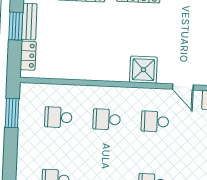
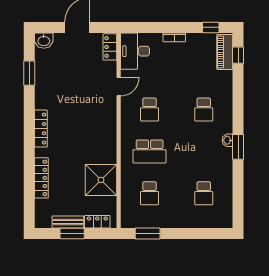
shower: (143, 70) -> (101, 180), moved, width x1.37, depth x1.37
school desk: (107, 119) -> (150, 151), width x1.85

